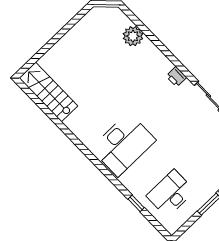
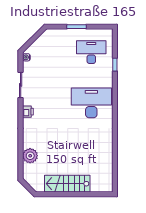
stairs: (48, 92) -> (67, 184), moved, turned 90
desk: (171, 193) -> (91, 52), turned 180

